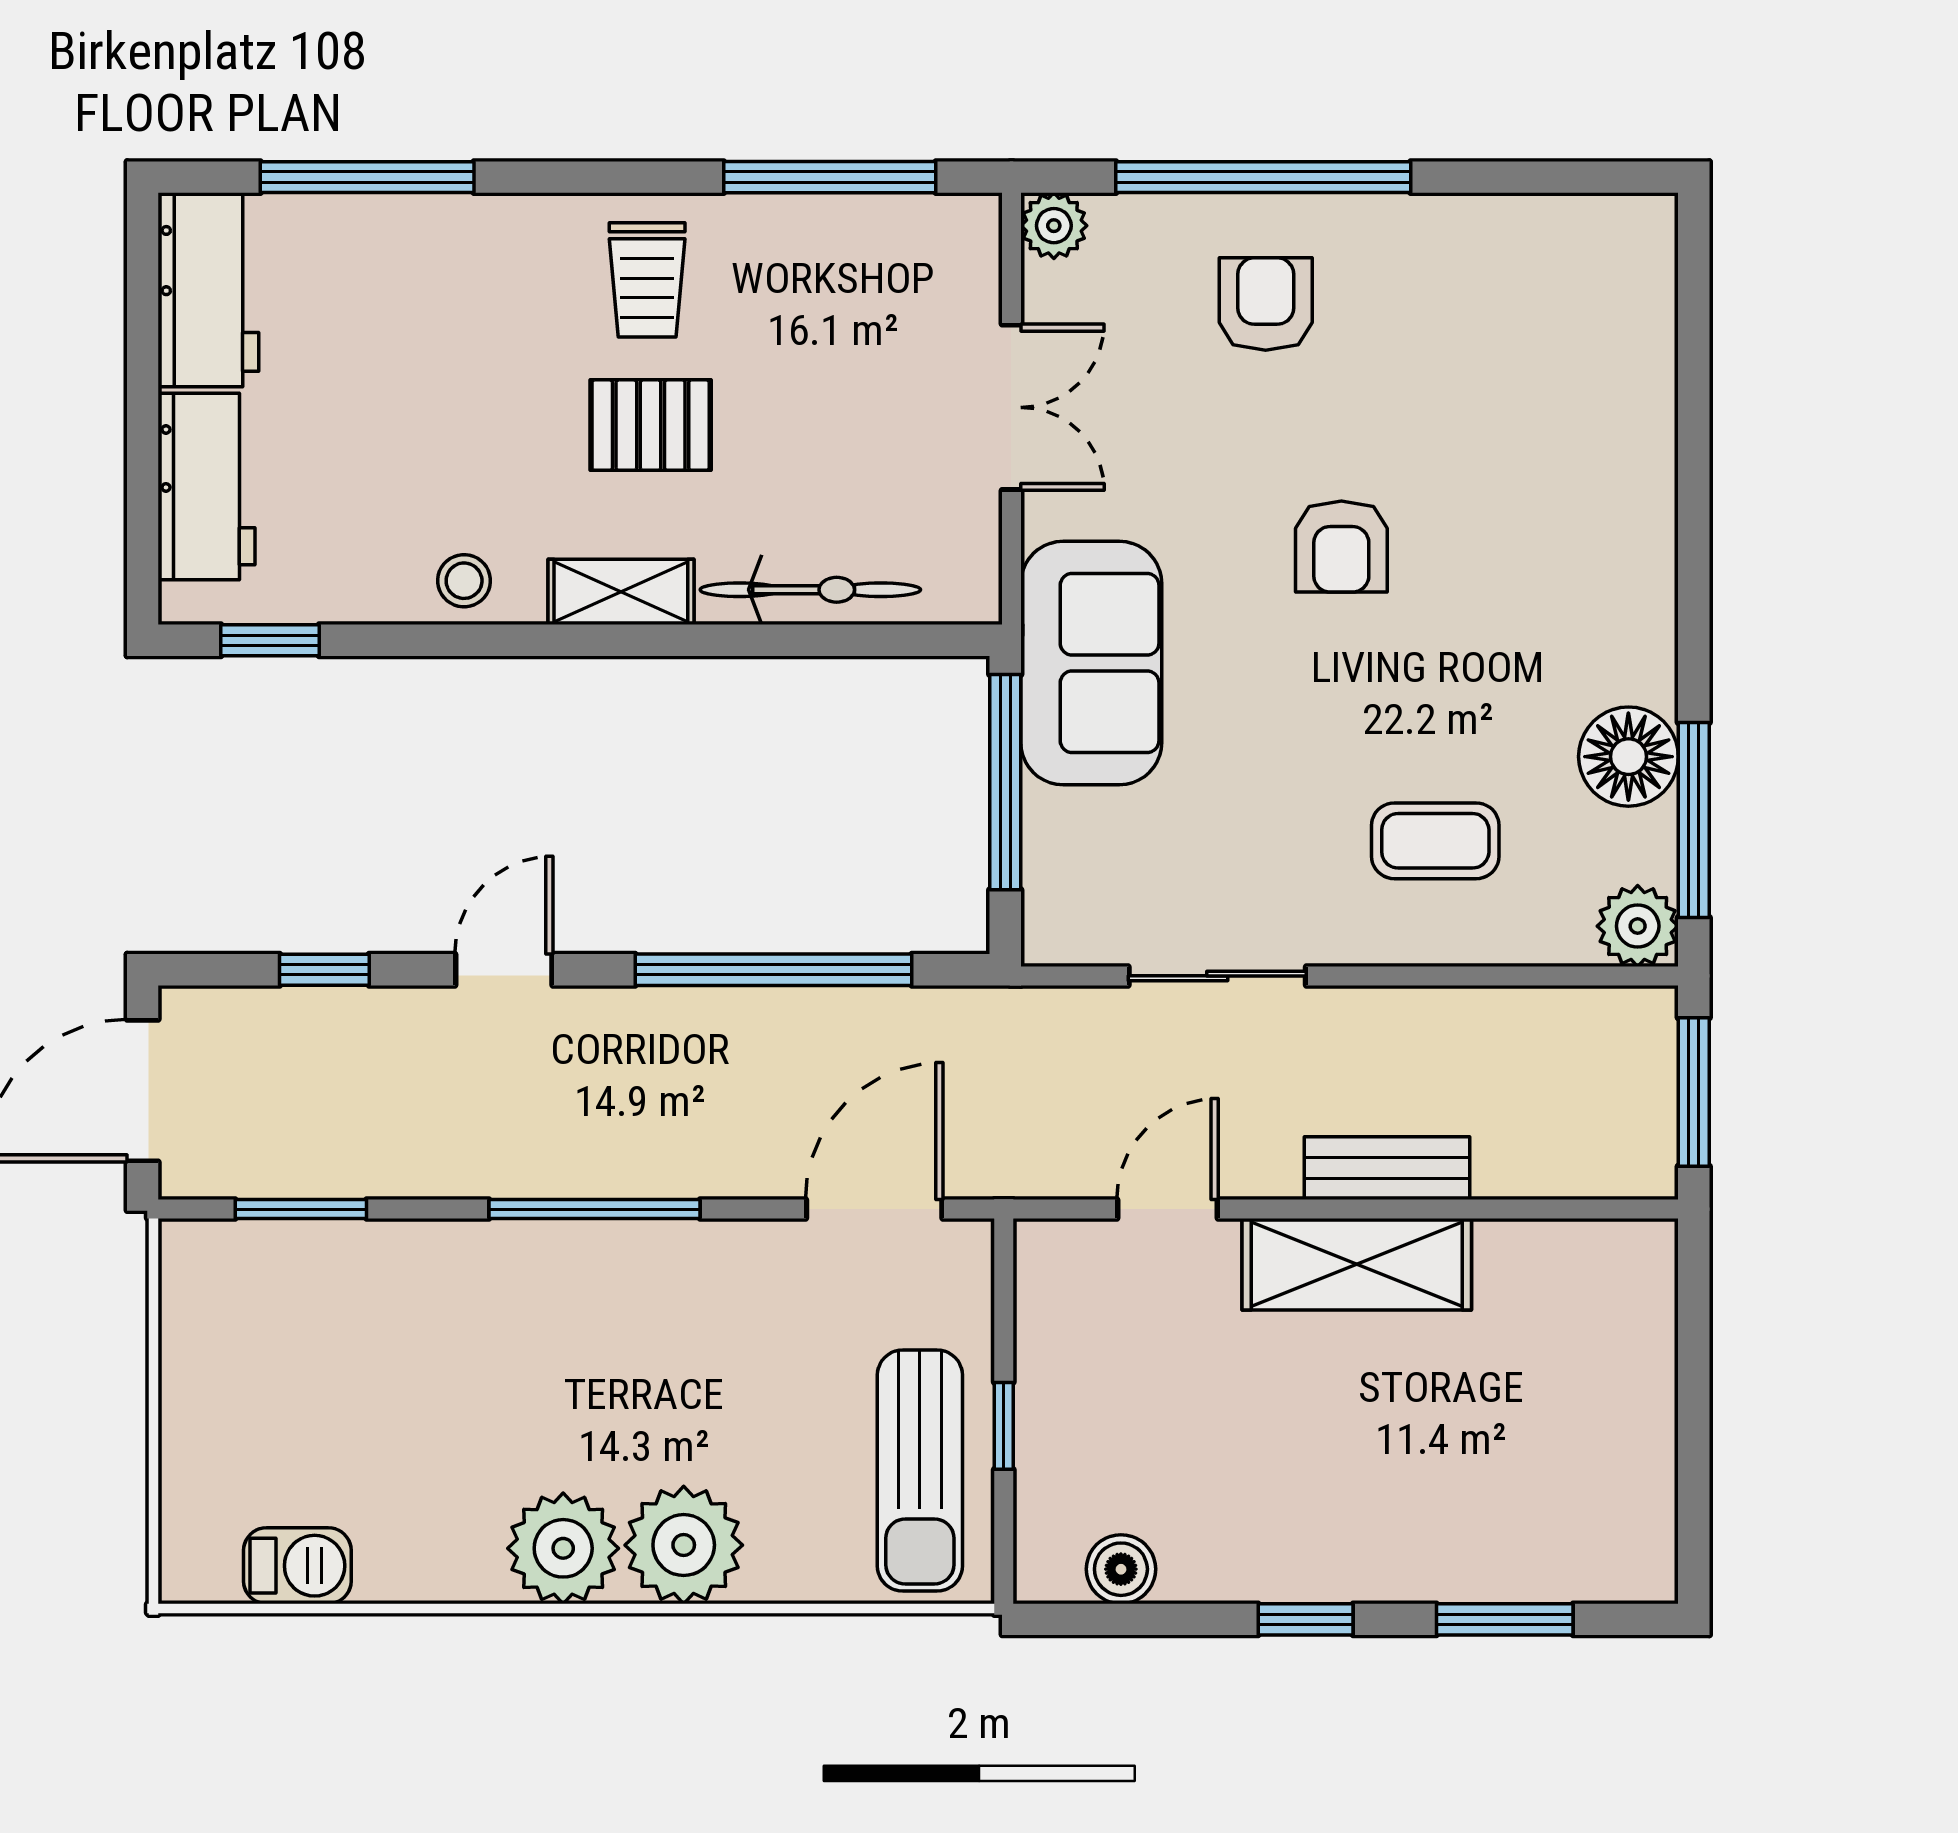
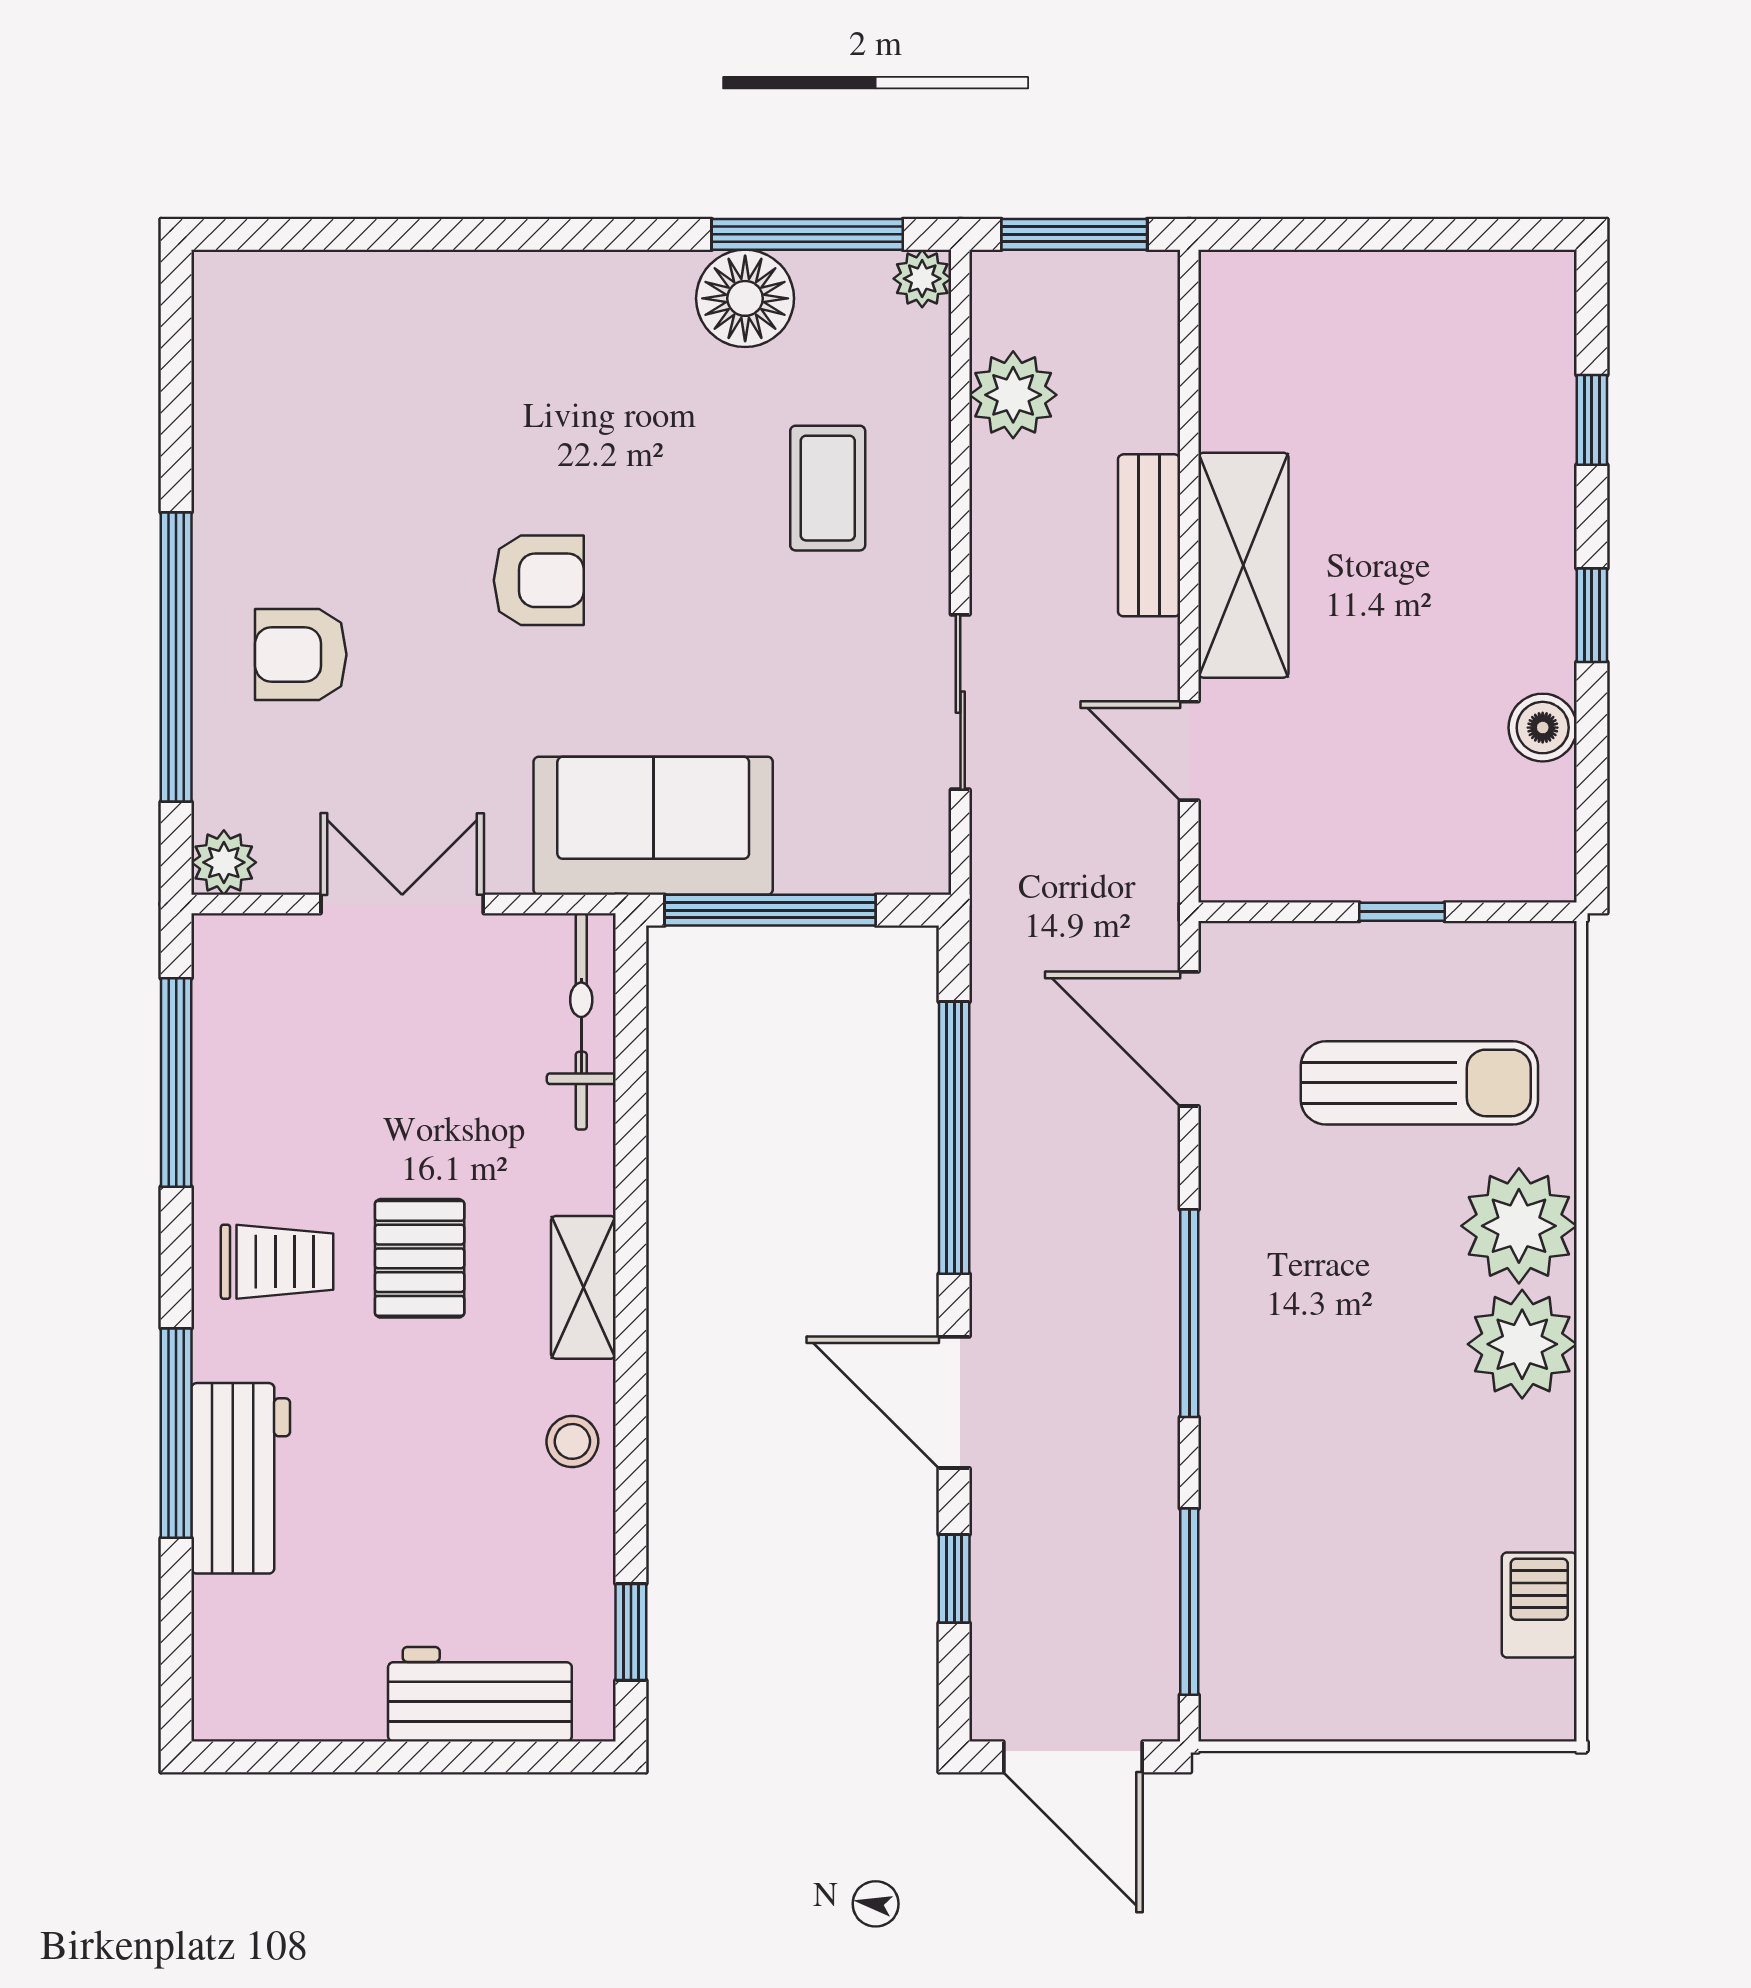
window: (367, 177) -> (176, 1433), moved
workbench: (208, 290) -> (241, 1478), moved, turned 90
bicycle: (810, 590) -> (581, 1021), moved
plant: (1638, 926) -> (922, 279), width x0.73, depth x0.73
door: (504, 970) -> (954, 1402), width x1.38
plant: (1530, 1030) -> (1013, 395), added
window: (301, 1209) -> (1189, 1602), width x1.44
sun lounger: (920, 1471) -> (1419, 1083), moved
boiler: (1121, 1569) -> (1543, 728), moved
window: (1505, 1619) -> (1592, 420), width x0.67

